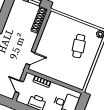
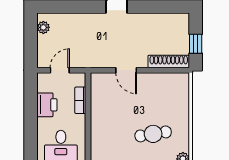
door: (31, 58) -> (126, 70), moved

